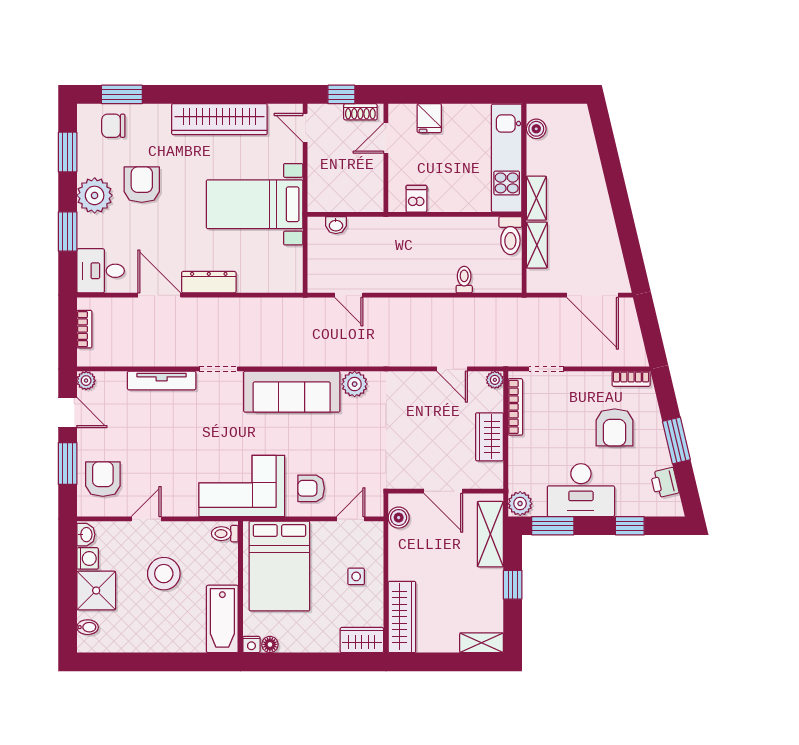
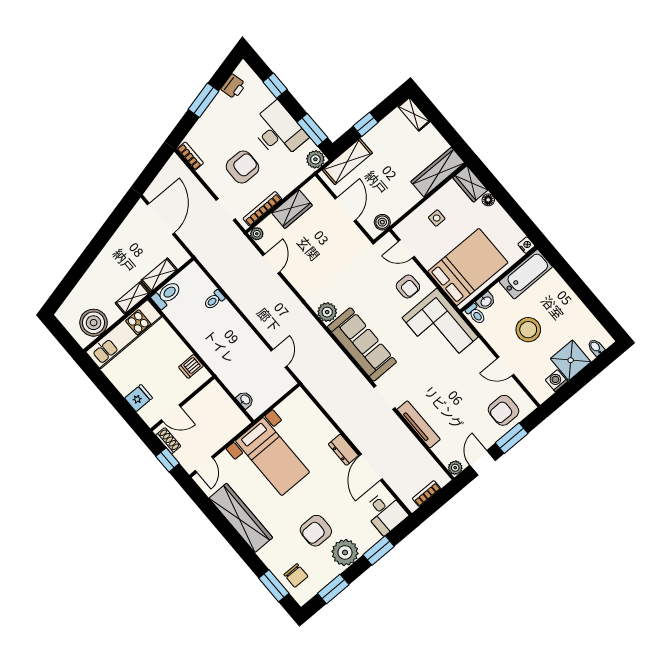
boiler: (536, 129) -> (94, 323), width x1.86, depth x1.86
dresser: (209, 282) -> (343, 450), width x0.70
armchair: (615, 427) -> (243, 167), moved
washbasin: (86, 535) -> (486, 301), moved, turned 180
floor lamp: (270, 644) -> (488, 200), moved

